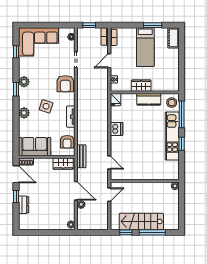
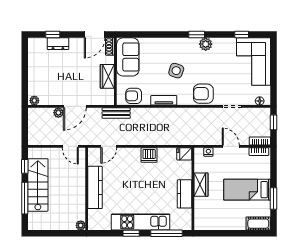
stool: (172, 103) -> (181, 221), removed
plant: (24, 113) -> (168, 44), removed
wardrobe: (63, 164) -> (107, 76), moved
kitchen counter: (143, 174) -> (95, 187), added
window: (16, 197) -> (53, 35), moved

